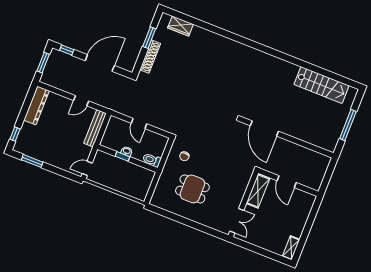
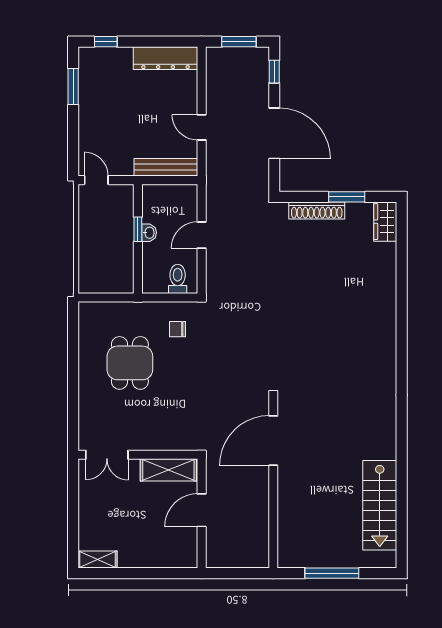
wardrobe: (180, 26) -> (385, 222), moved
toilet: (152, 160) -> (178, 279), moved

